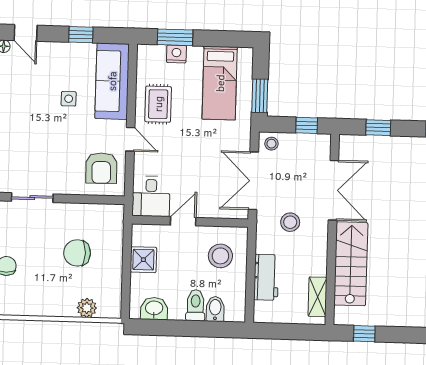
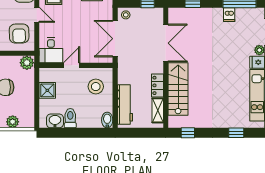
plant: (112, 215) -> (27, 63), added
stool: (290, 222) -> (139, 64), removed
locker: (318, 257) -> (157, 85), added
workbench: (266, 277) -> (125, 105), width x1.38
toilet: (196, 305) -> (70, 118), moved
bidet: (215, 309) -> (107, 120), moved

